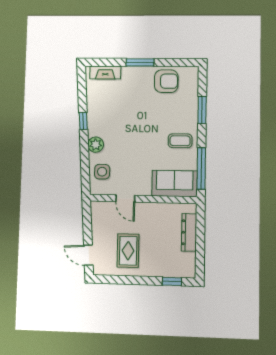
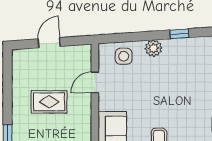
rug: (128, 251) -> (49, 102), moved
door: (88, 255) -> (49, 43), moved

